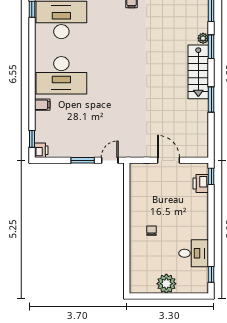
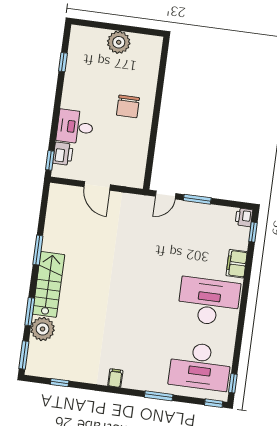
plant: (203, 38) -> (43, 329), width x1.87, depth x1.87
filing cabinet: (42, 105) -> (237, 264), width x2.00
chair: (151, 231) -> (128, 106), width x1.87, depth x1.87
desk: (194, 253) -> (75, 127), moved
window: (211, 274) -> (63, 62), moved

